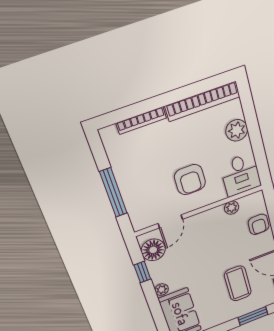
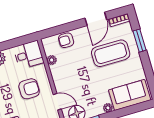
armchair: (259, 224) -> (66, 40), turned 180
coffee table: (238, 283) -> (111, 53), width x1.36, depth x1.32

